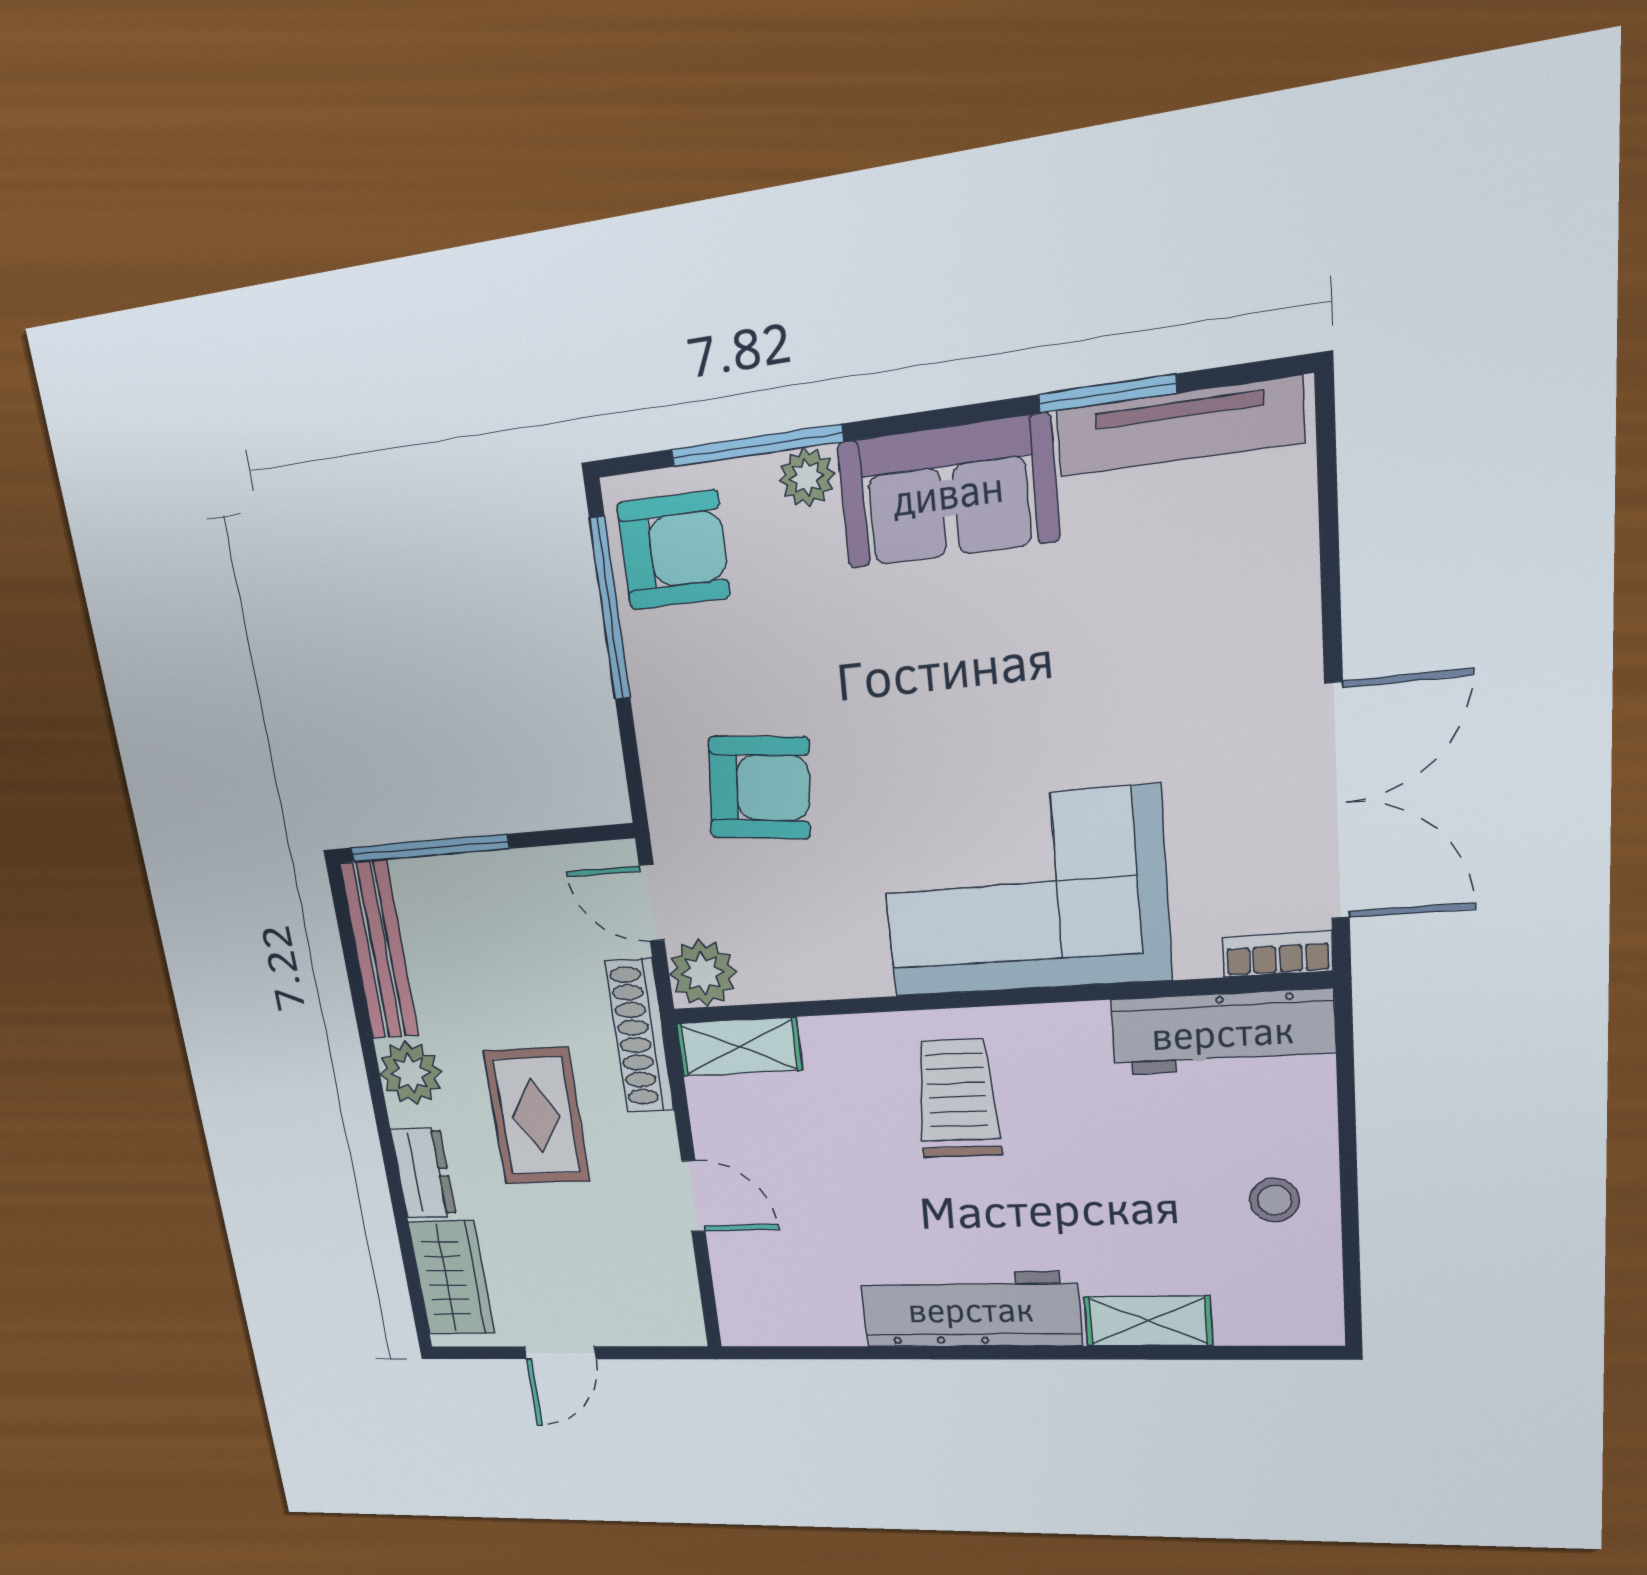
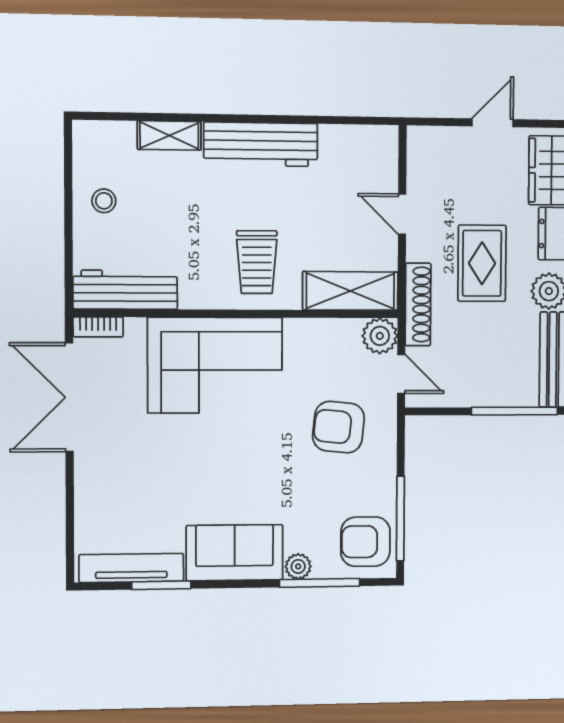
shelving: (739, 1047) -> (350, 291), width x1.50, depth x1.33

